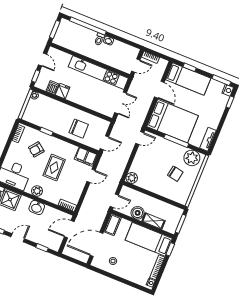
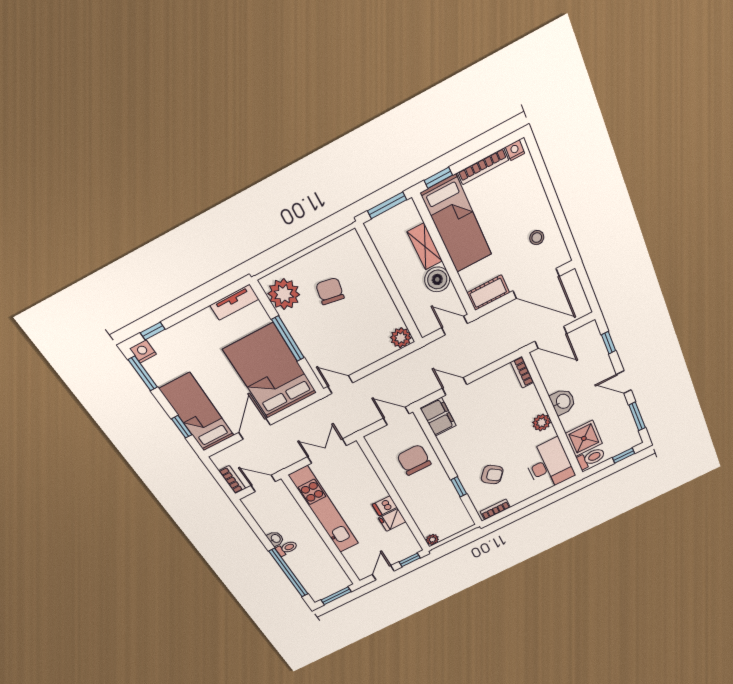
dishwasher: (52, 88) -> (385, 506), moved
rug: (54, 168) -> (492, 435), removed

